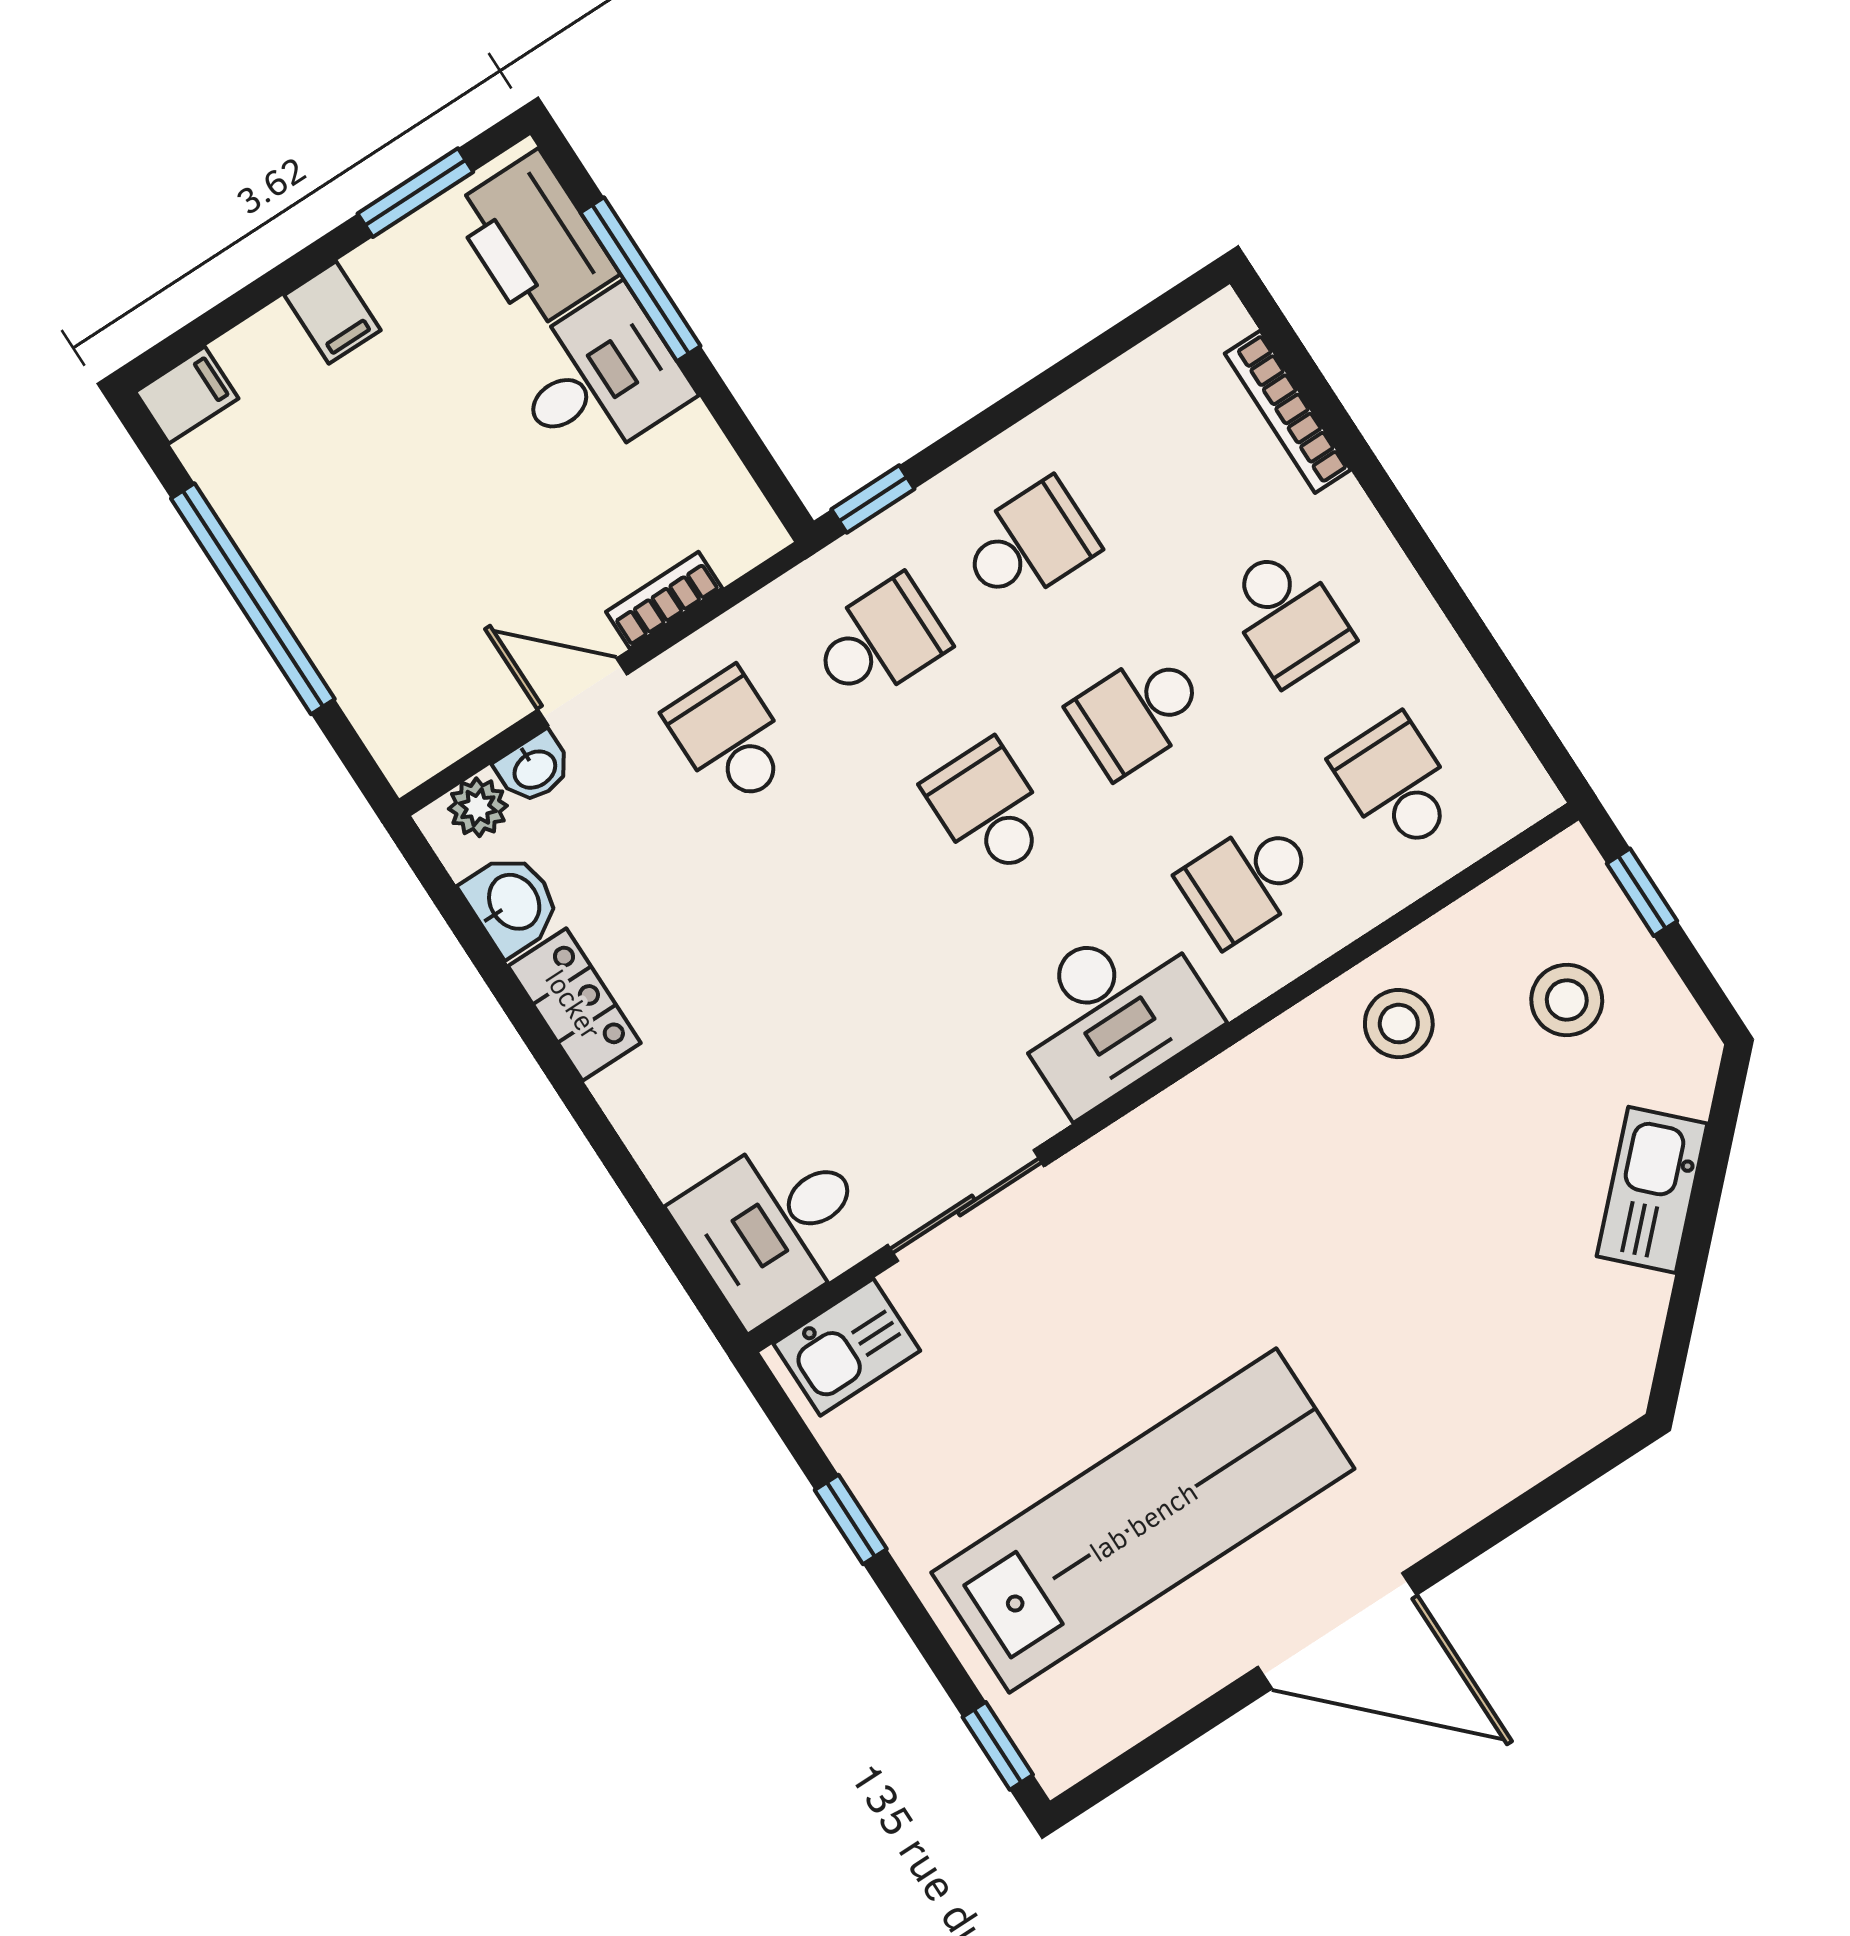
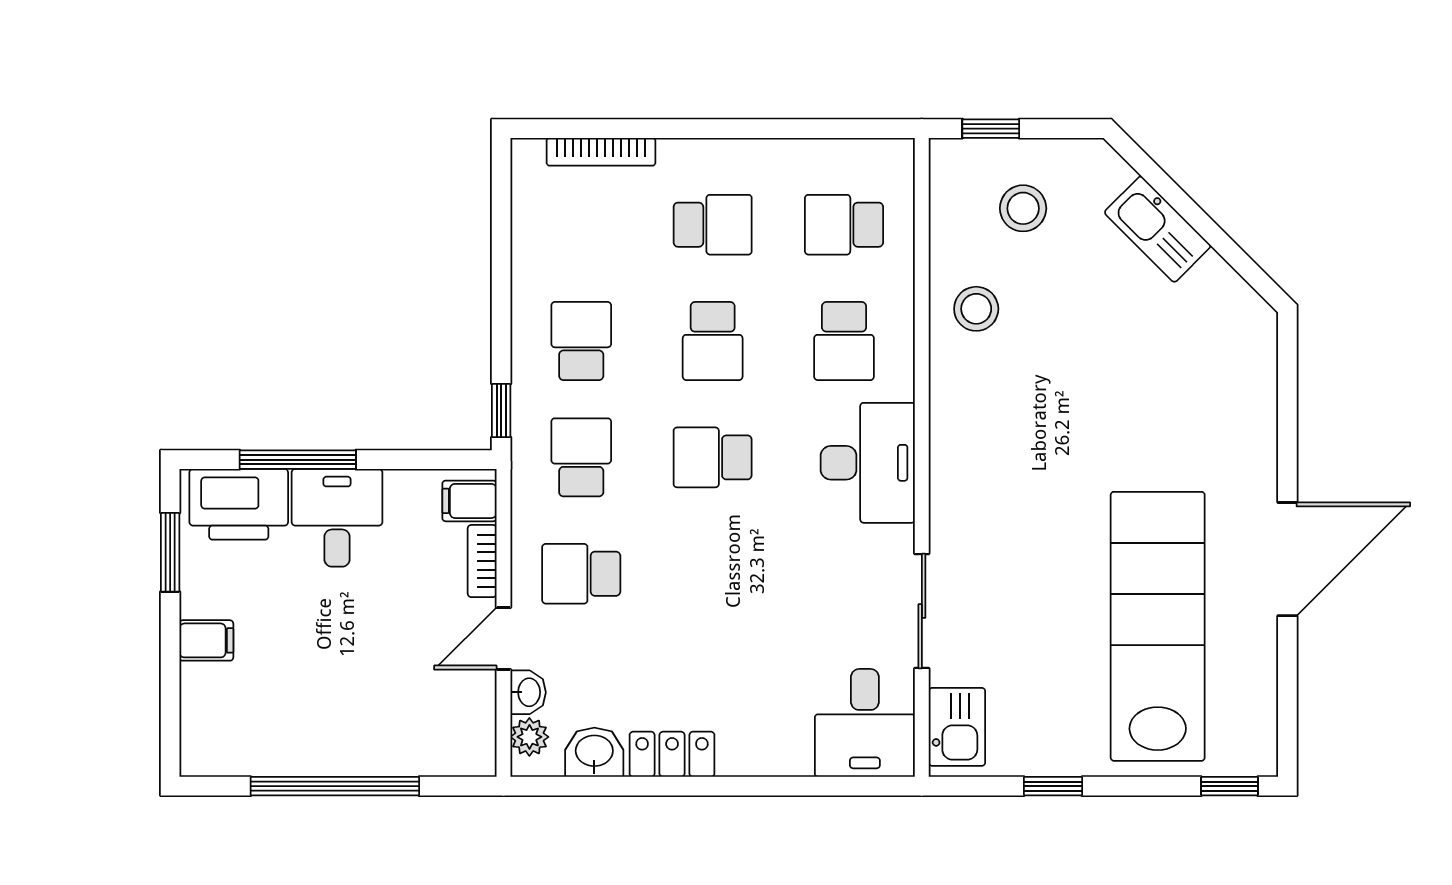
filing cabinet: (187, 395) -> (469, 501), moved, turned -90

